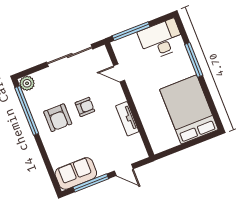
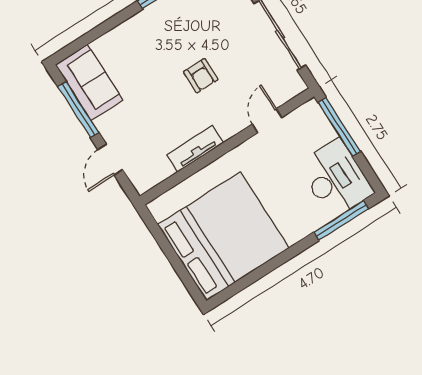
window: (194, 60) -> (341, 221), moved
bed: (189, 109) -> (223, 236), width x1.36
armchair: (58, 118) -> (174, 35), removed

